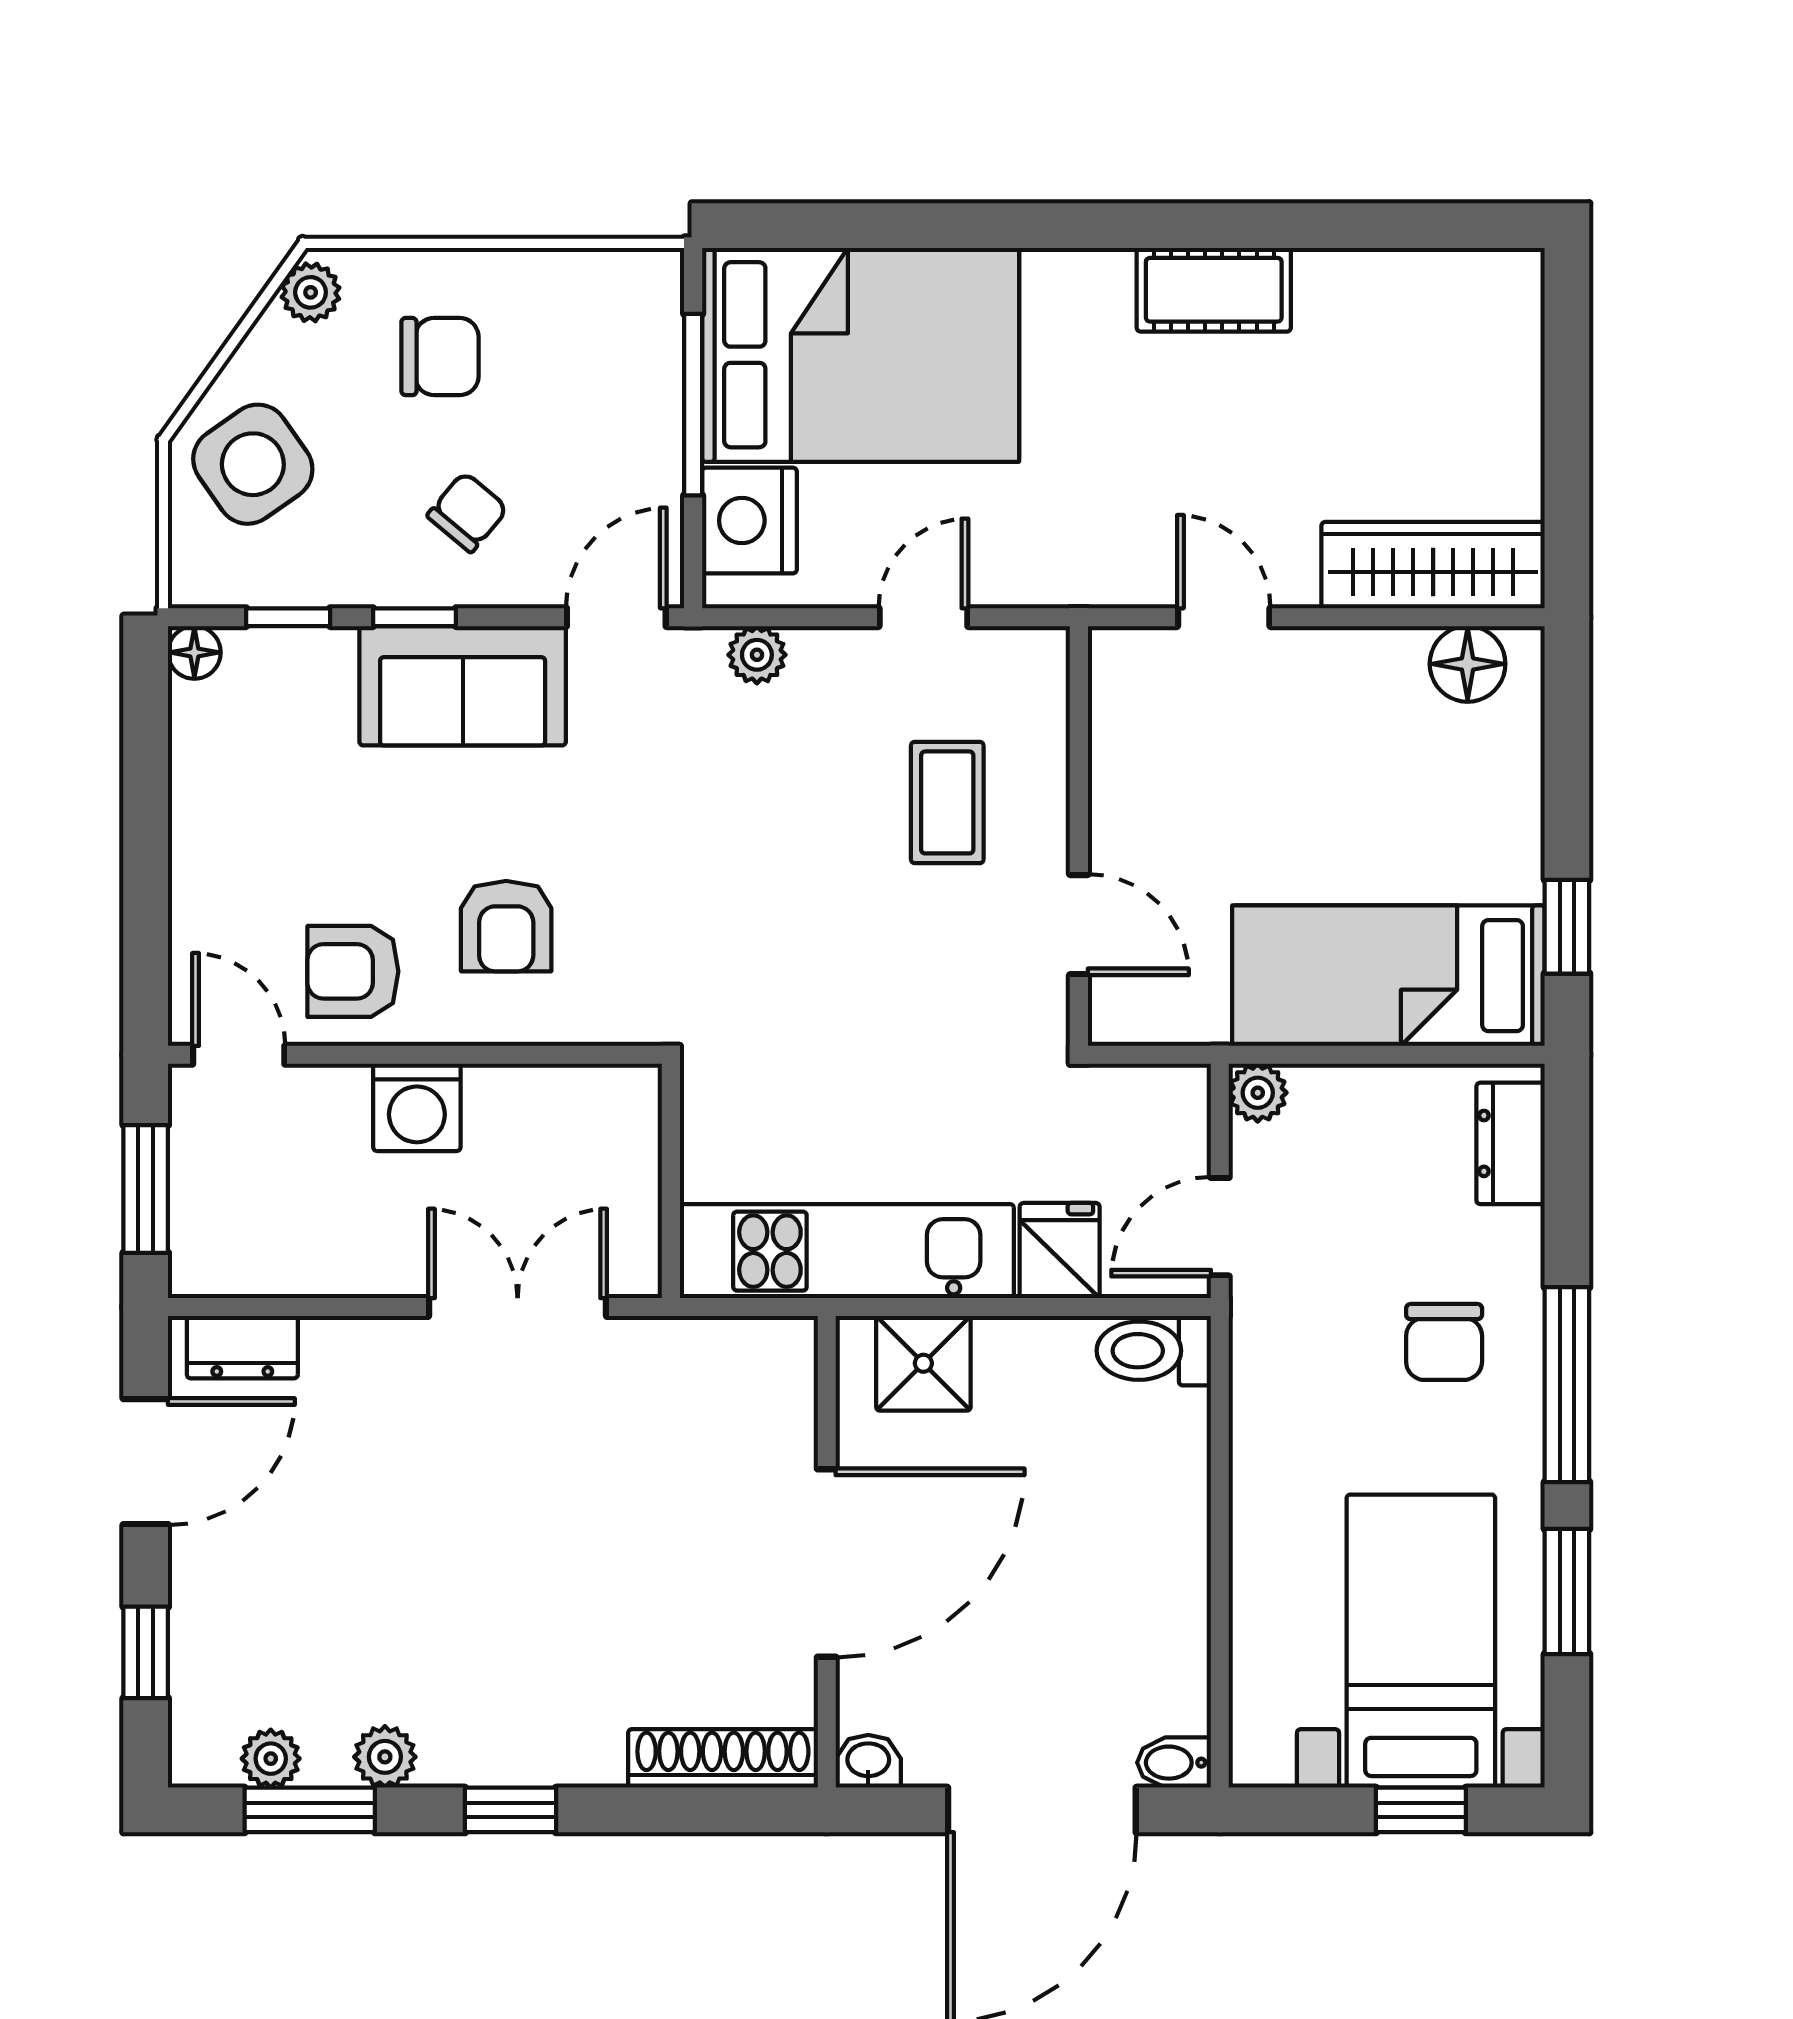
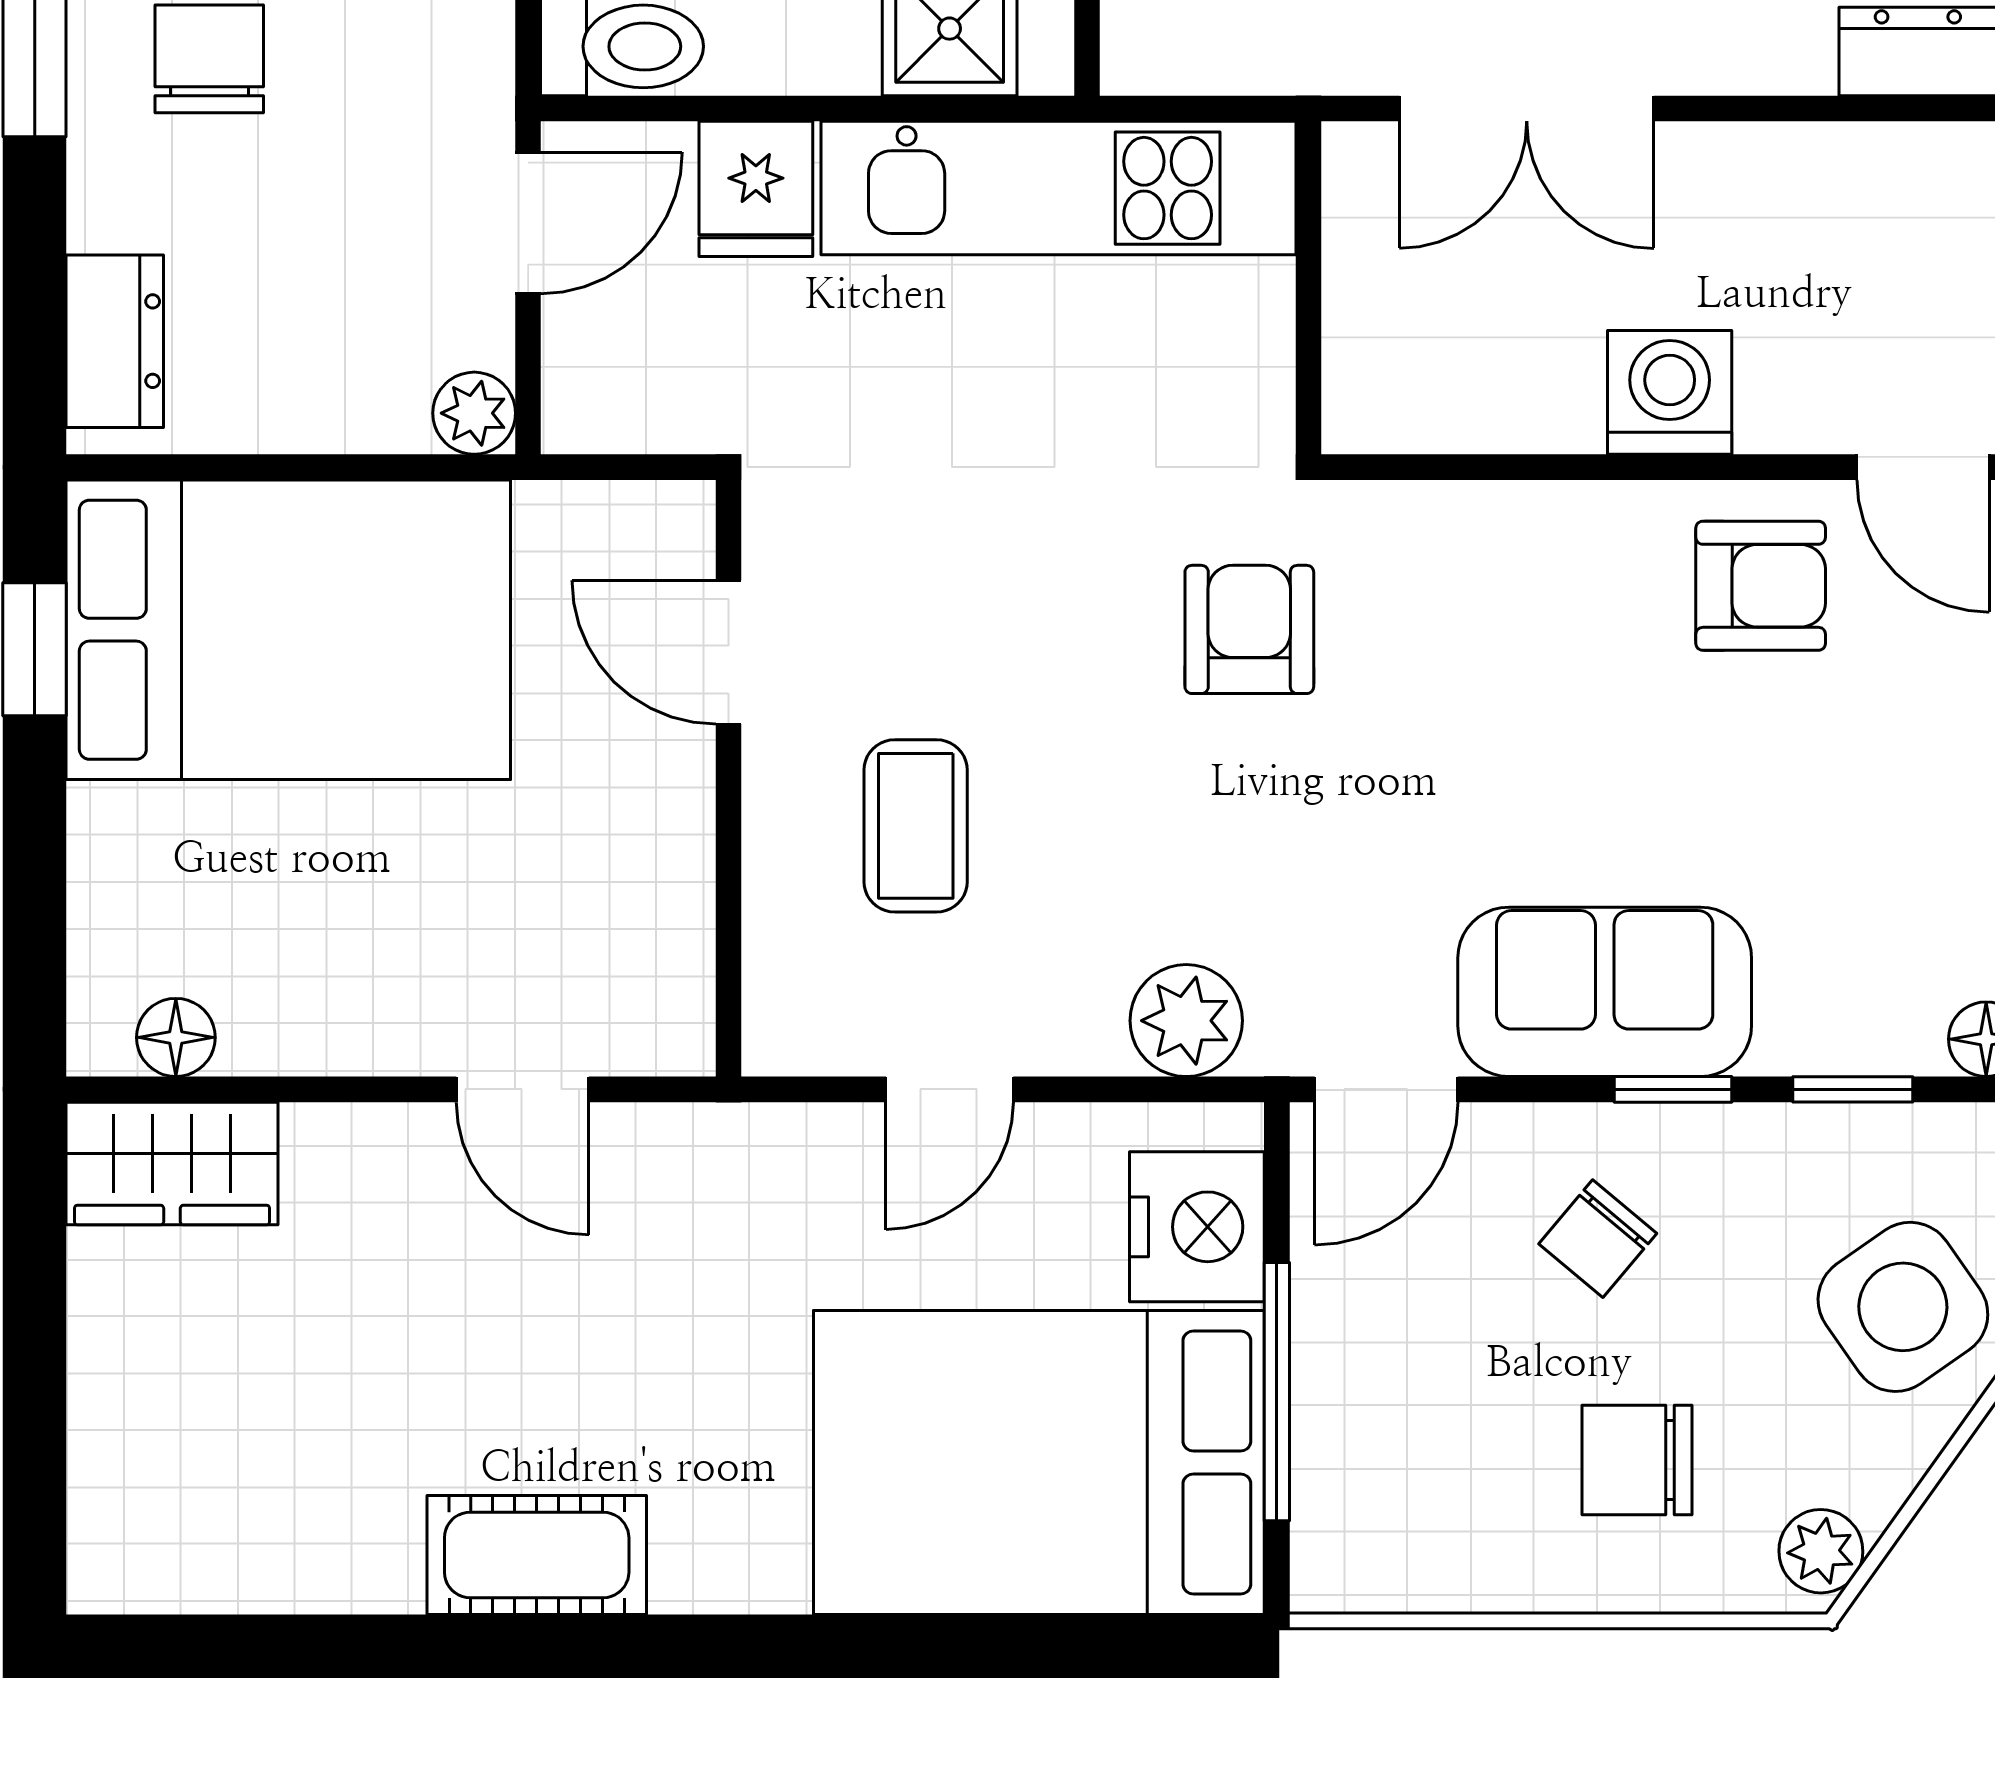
wardrobe: (1433, 565) -> (172, 1163), width x0.67
plant: (757, 655) -> (1186, 1021), width x1.38, depth x1.38
floor lamp: (1468, 664) -> (176, 1037), width x0.73, depth x0.73
armchair: (506, 926) -> (1249, 629), moved
bed: (1388, 976) -> (288, 630), width x1.50

